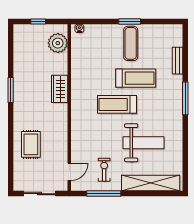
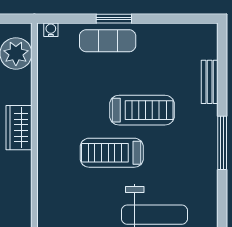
window: (130, 21) -> (114, 19), moved
exercise mat: (131, 43) -> (108, 41), moved, turned 90

